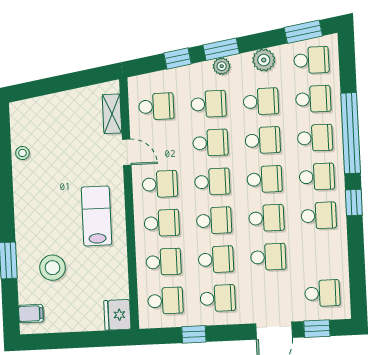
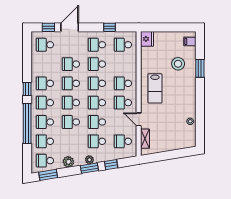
school desk: (261, 101) -> (71, 141), removed
school desk: (164, 262) -> (123, 64), removed

